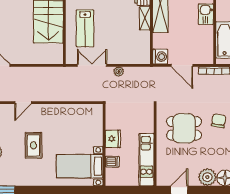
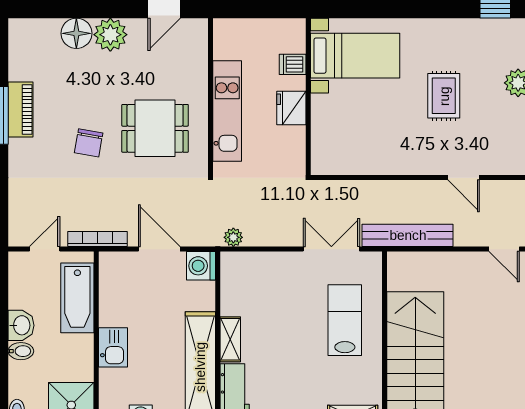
double door: (92, 65) -> (331, 249), swing flipped
plant: (119, 71) -> (233, 237), moved
bench: (52, 72) -> (408, 235), added
door: (23, 103) -> (464, 178), swing flipped
kitchen unit: (146, 160) -> (227, 111), moved

